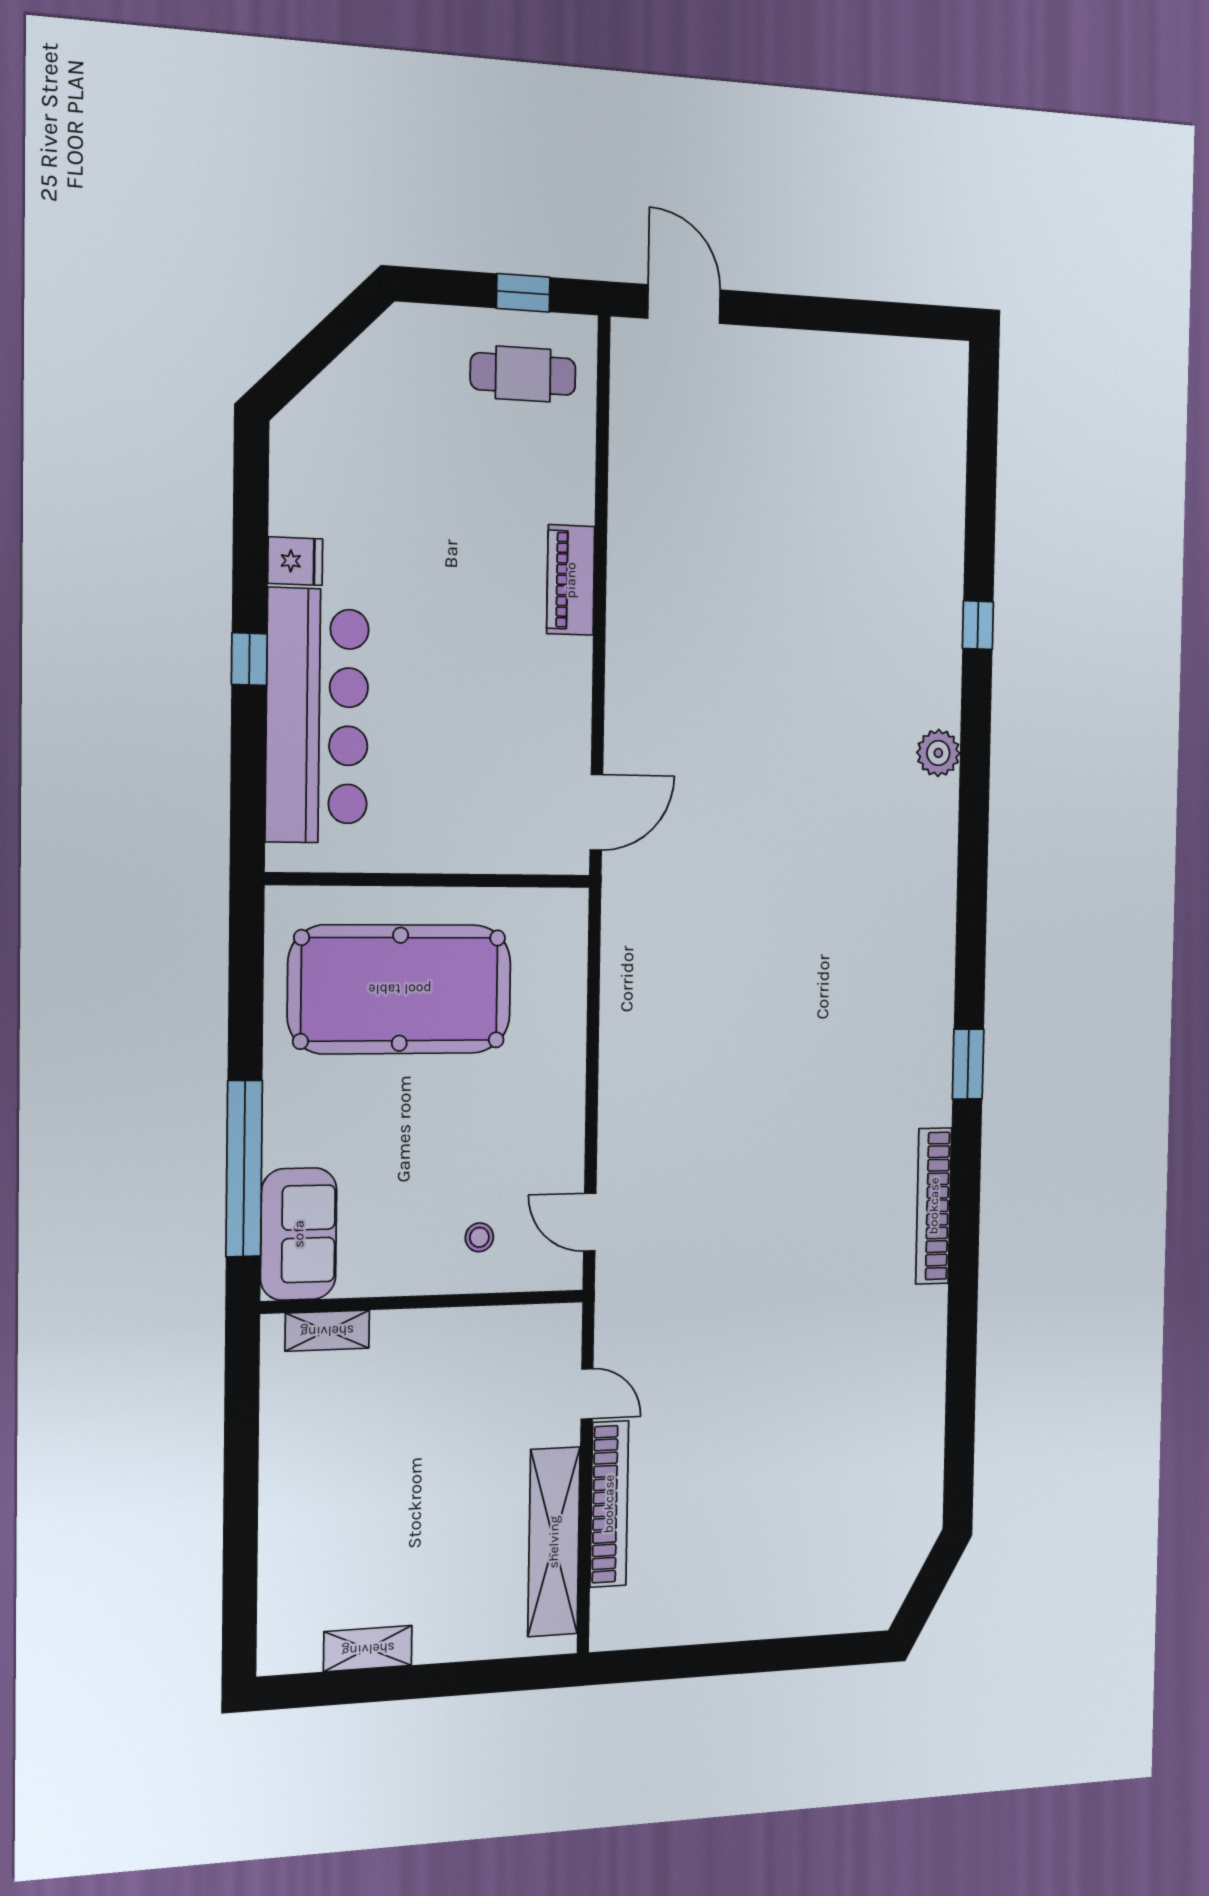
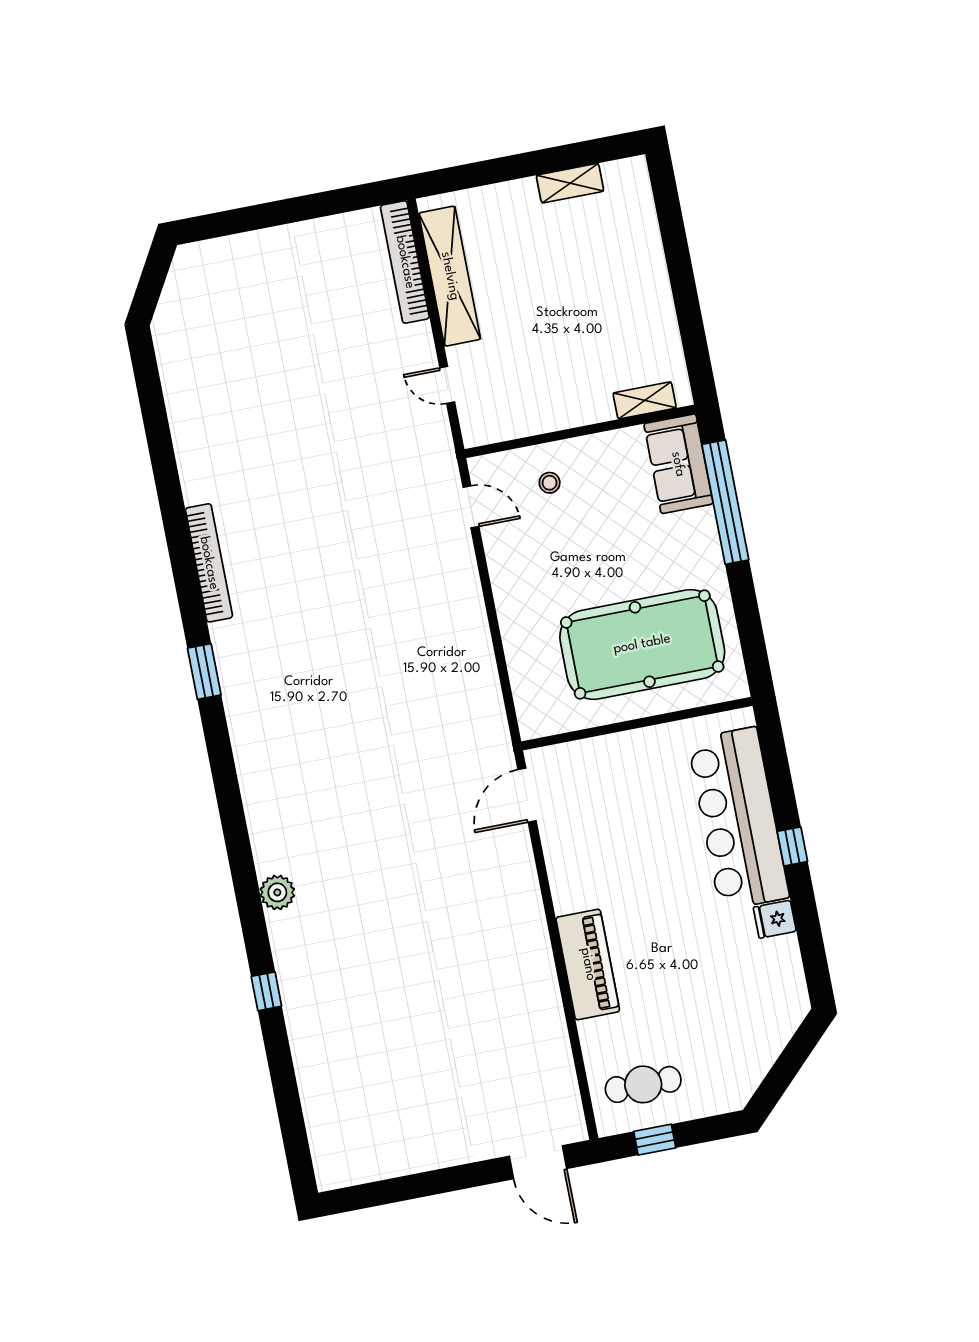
piano: (571, 580) -> (588, 964), width x1.37, depth x1.33
bookcase: (609, 1504) -> (405, 262), moved

